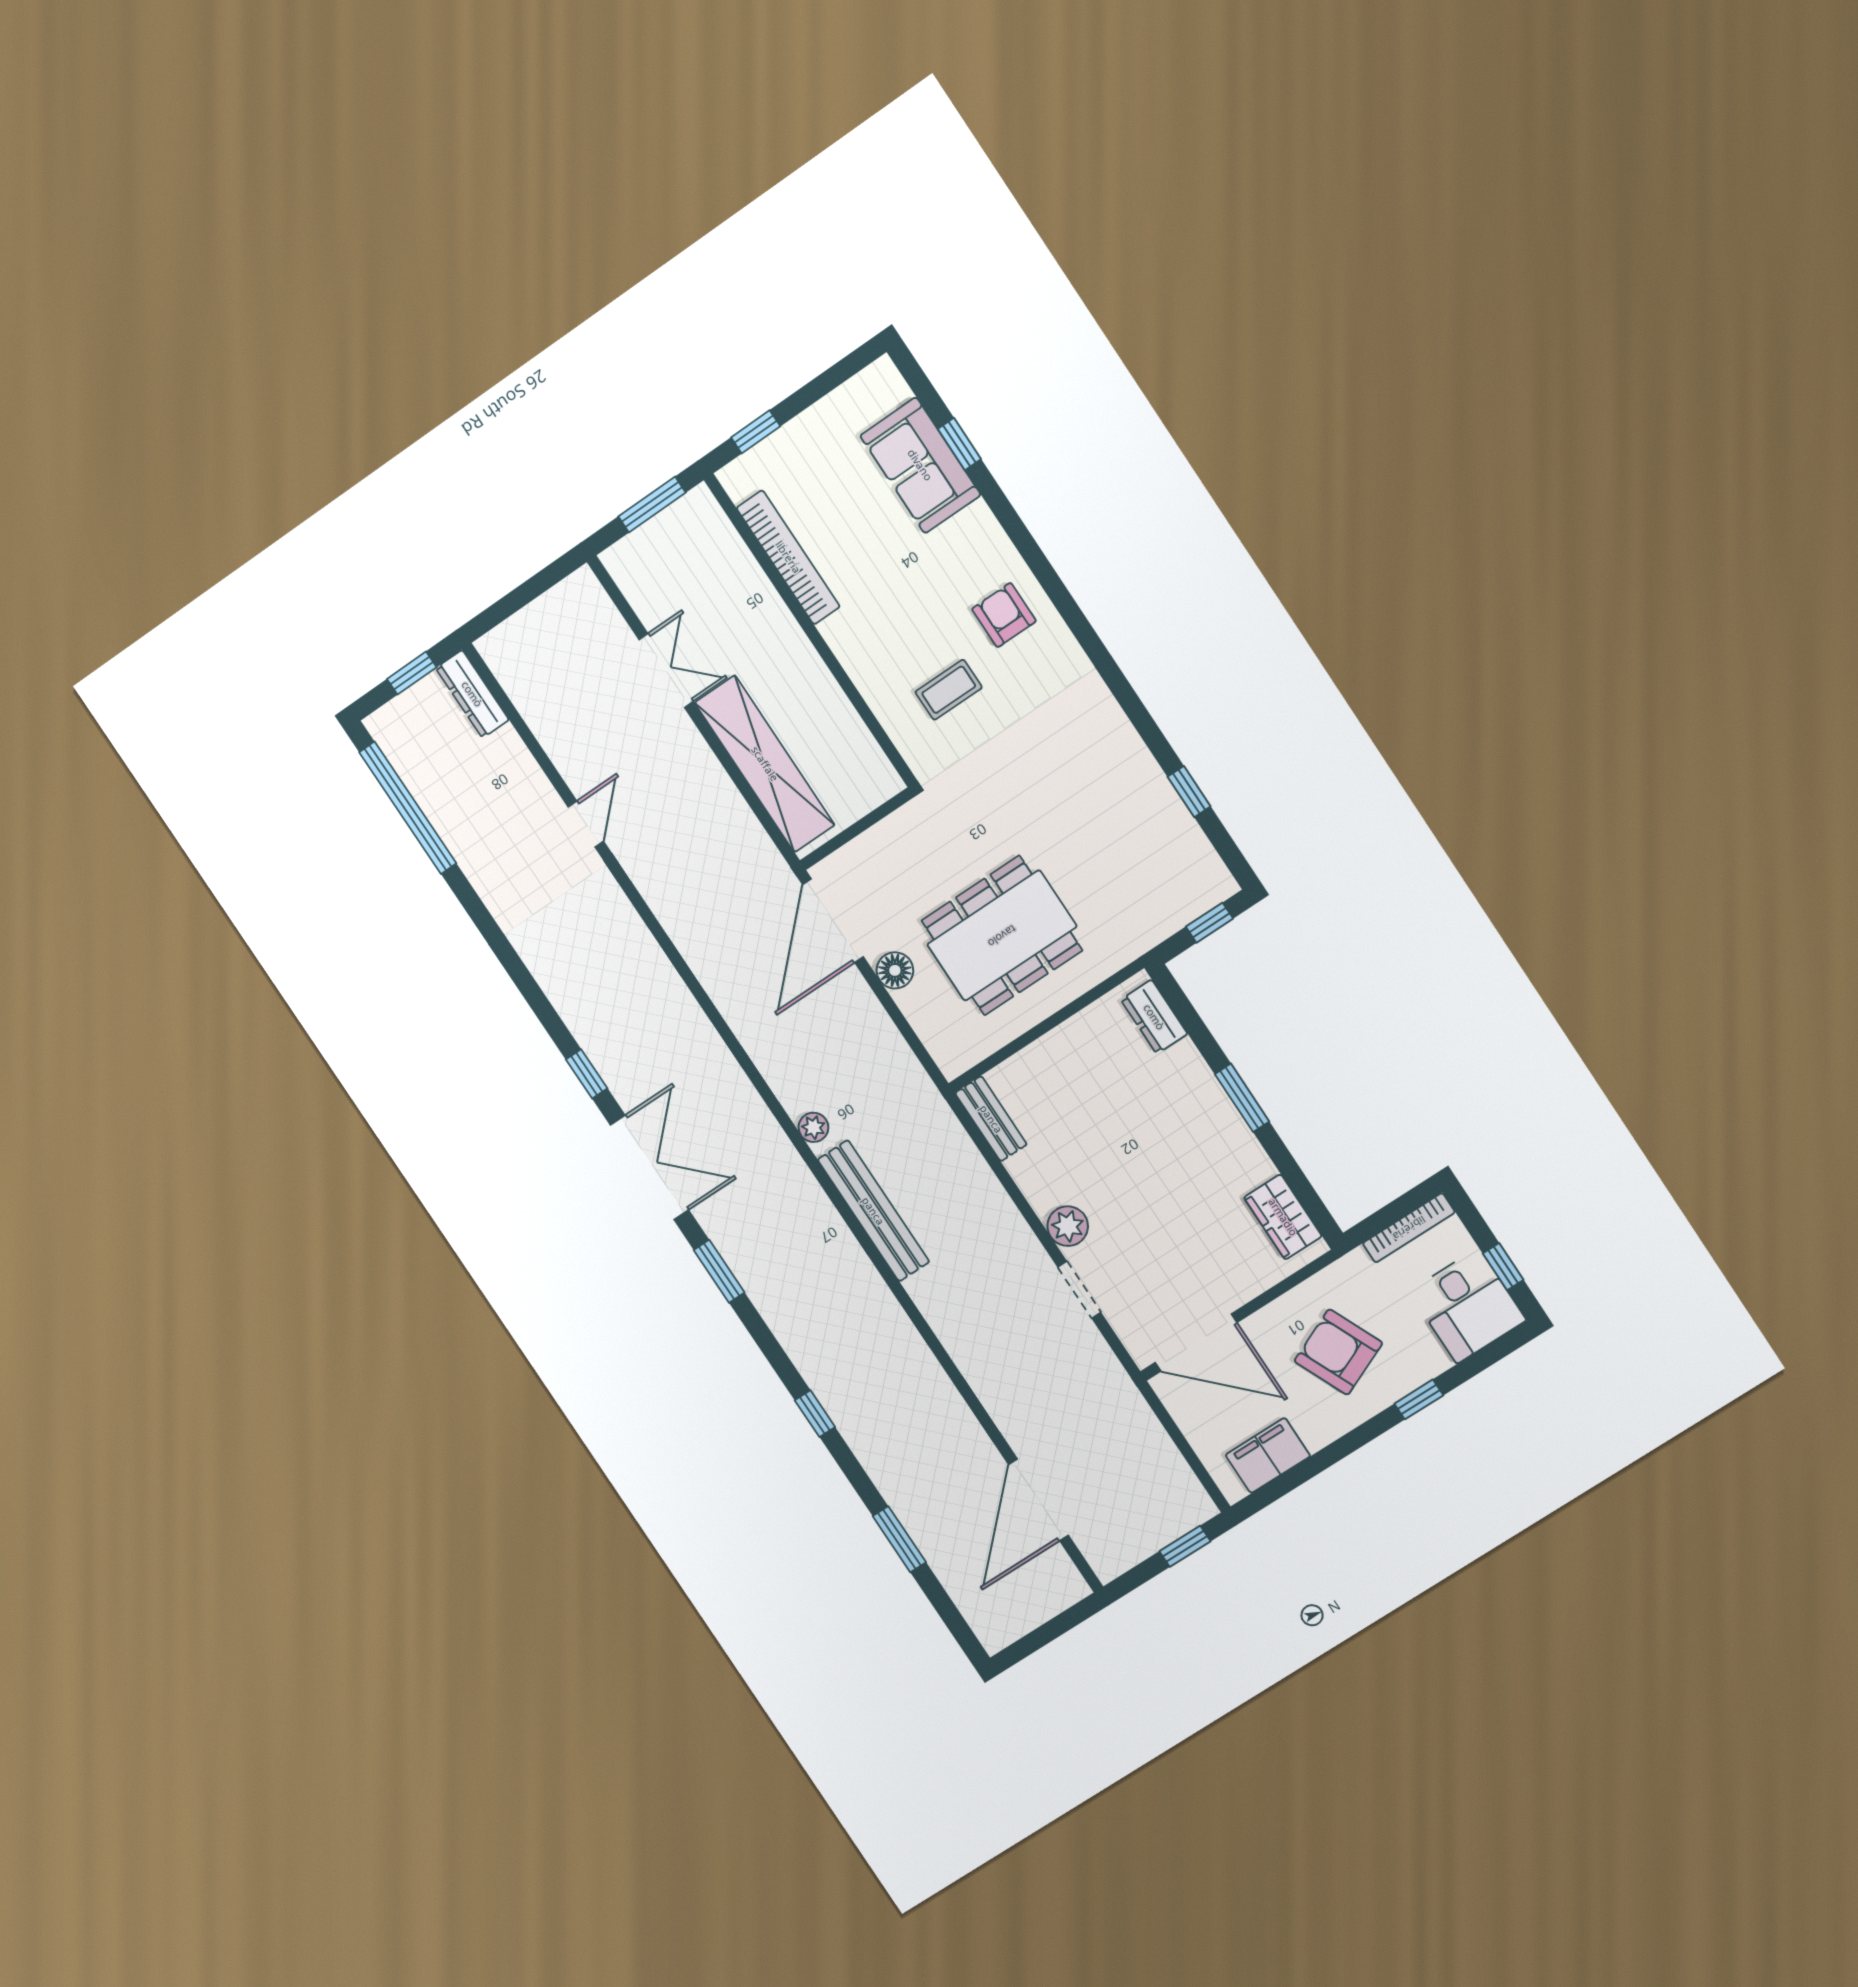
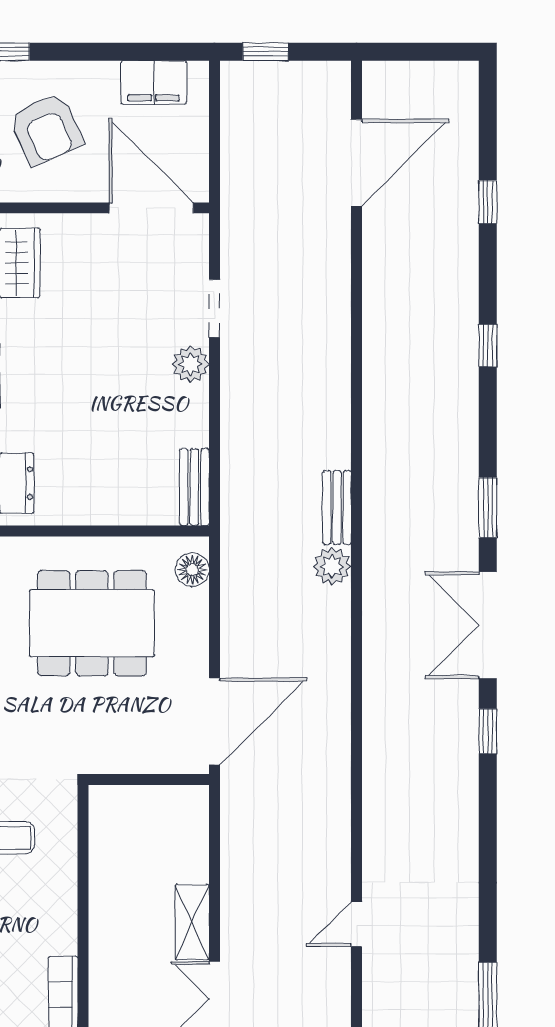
shelving: (765, 764) -> (192, 922), width x0.45, depth x0.75
floor lamp: (895, 970) -> (192, 570), moved
plant: (813, 1127) -> (332, 566), width x1.38, depth x1.38
bench: (873, 1211) -> (337, 507), width x0.54, depth x0.82
window: (899, 1539) -> (488, 202), width x0.67

